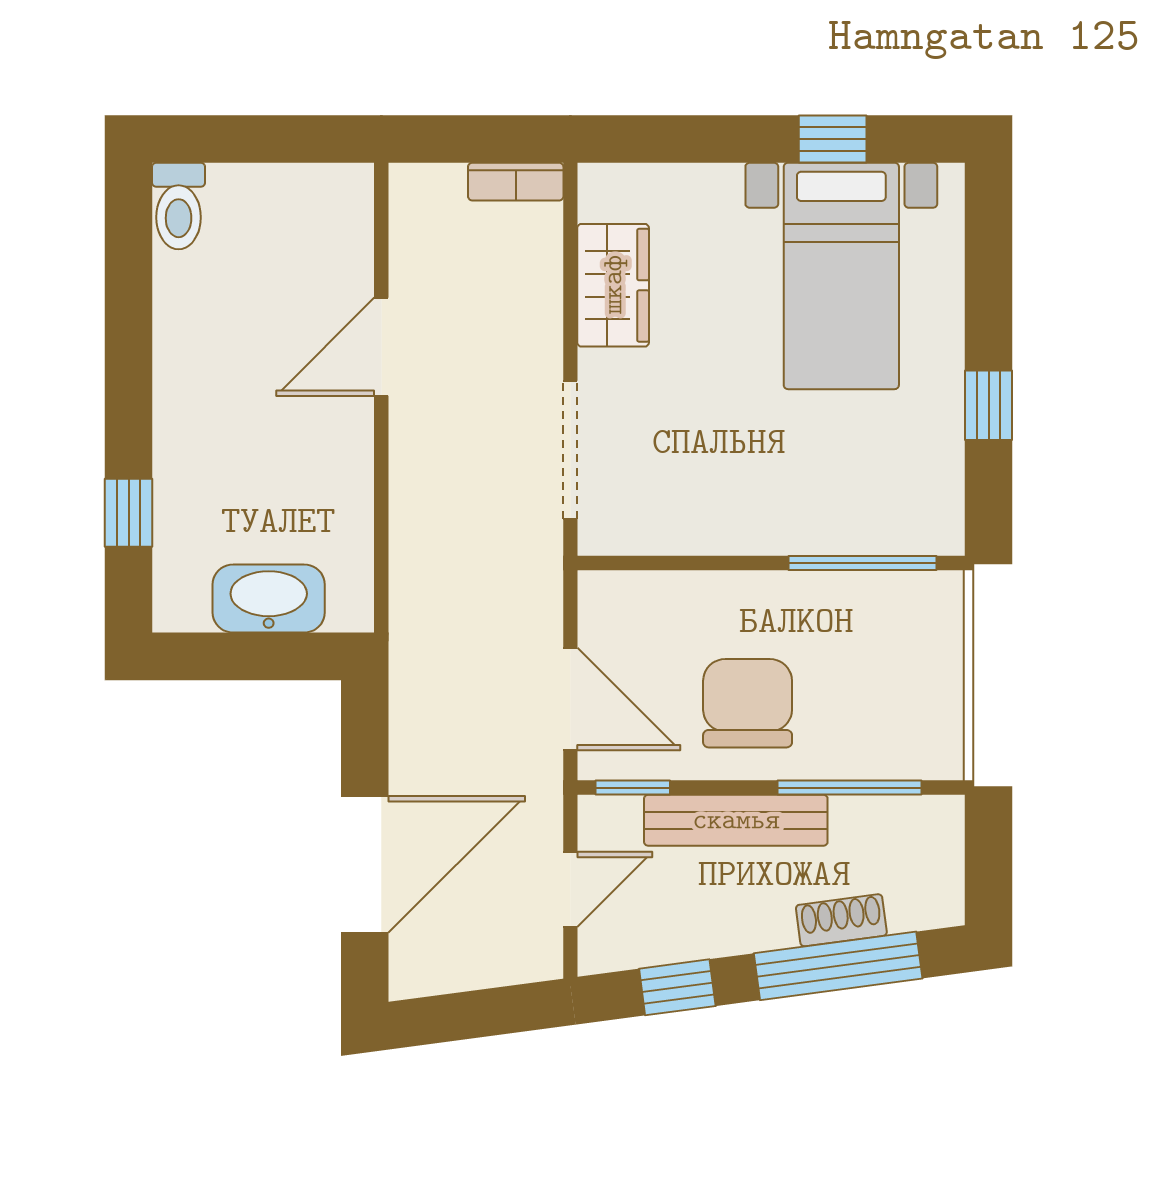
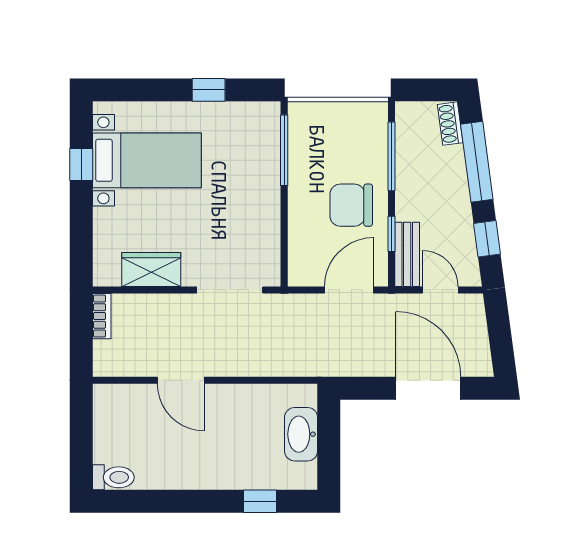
window: (633, 788) -> (391, 234), moved
bench: (736, 820) -> (407, 254), moved, width x0.73
shoe rack: (841, 920) -> (450, 124), moved

